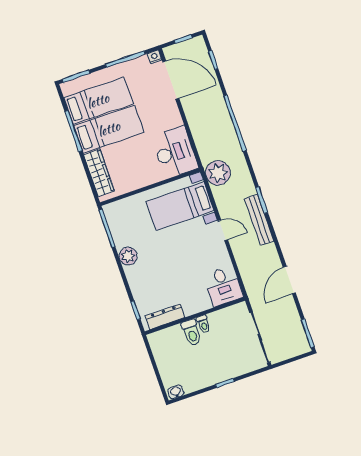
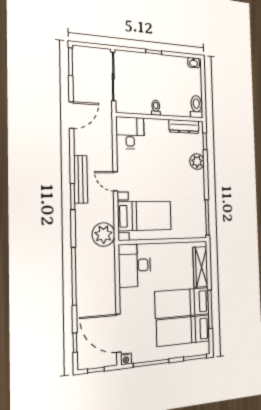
plant: (128, 256) -> (197, 162), moved
toilet: (192, 333) -> (196, 107), moved

